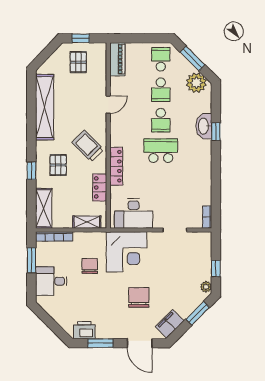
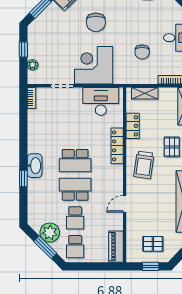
pallet: (78, 62) -> (153, 244), turned 90
plant: (196, 83) -> (50, 233), moved
school desk: (161, 90) -> (75, 218), turned 180
school desk: (161, 120) -> (75, 189), width x1.85
washbasin: (204, 126) -> (35, 166), moved
trolley: (88, 146) -> (144, 165), turned 53
corner desk: (127, 252) -> (94, 65), moved
plant: (206, 287) -> (33, 65), moved

